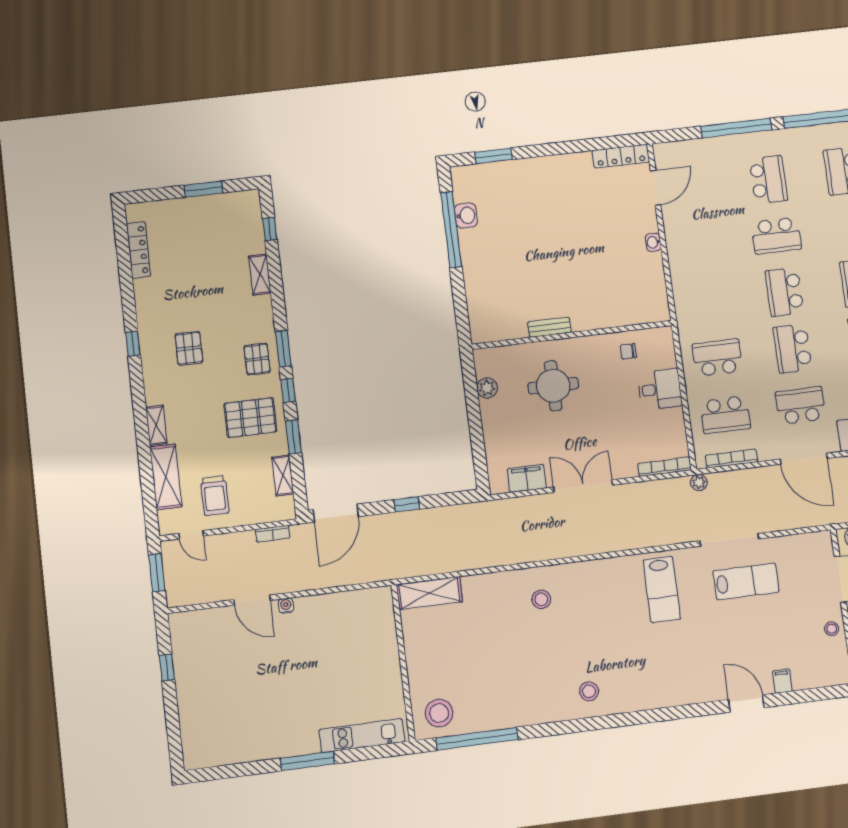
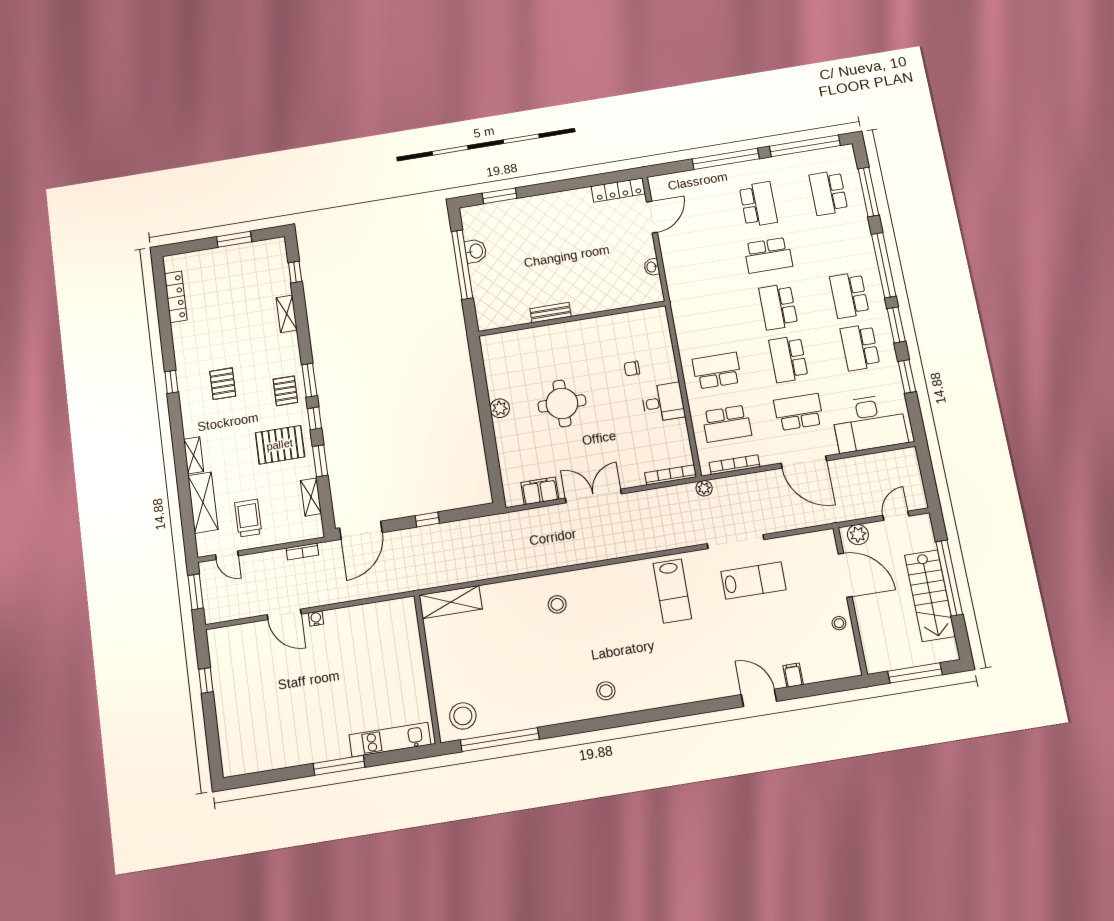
bench: (549, 327) -> (551, 313), moved
wall: (572, 335) -> (572, 319), moved
trolley: (215, 496) -> (248, 518), turned 180

